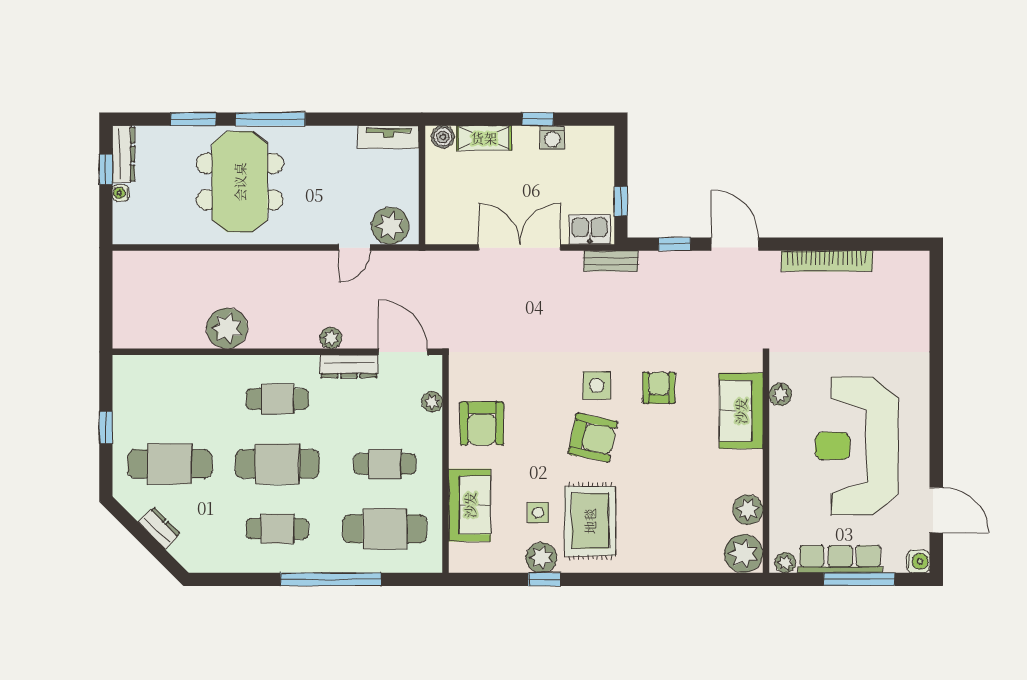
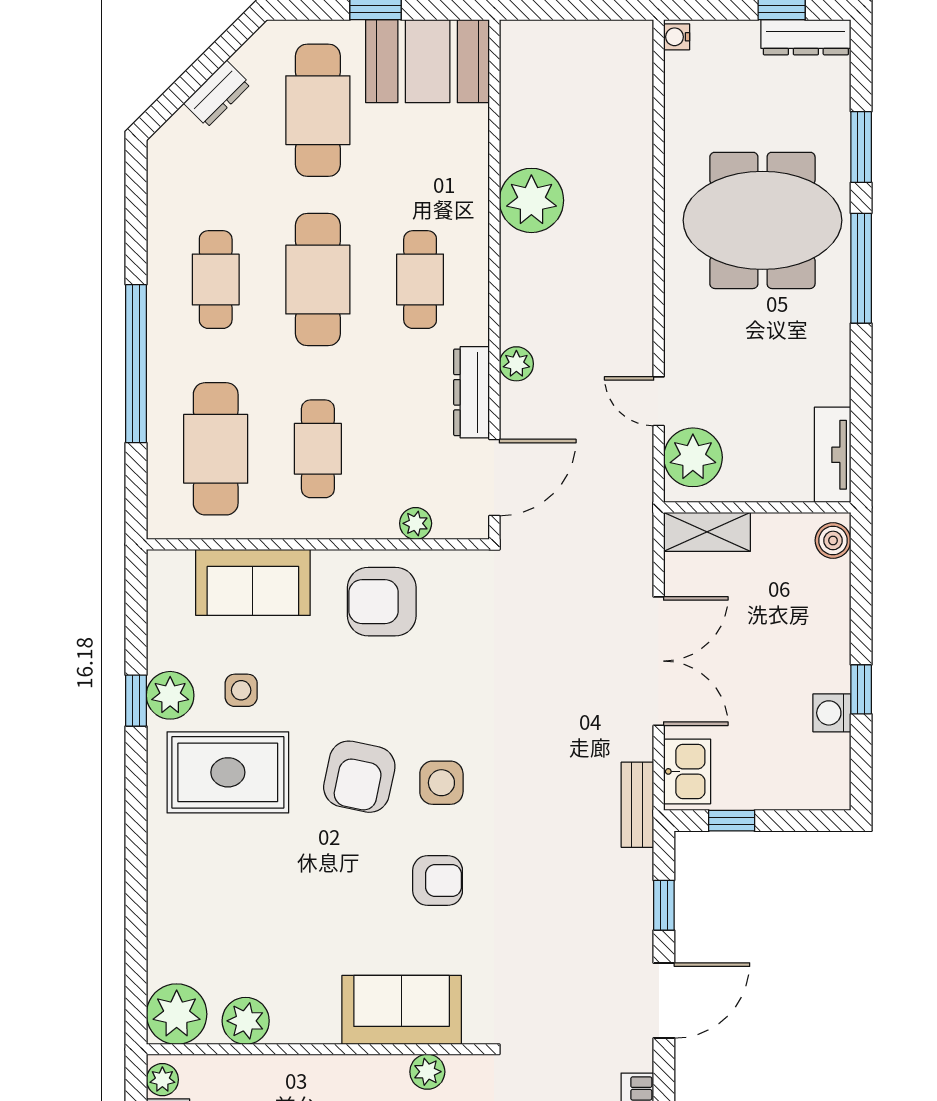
shelving: (484, 138) -> (707, 532), moved, turned 90
water cooler: (121, 193) -> (677, 37), moved, turned -90
booth: (139, 394) -> (428, 61), added

